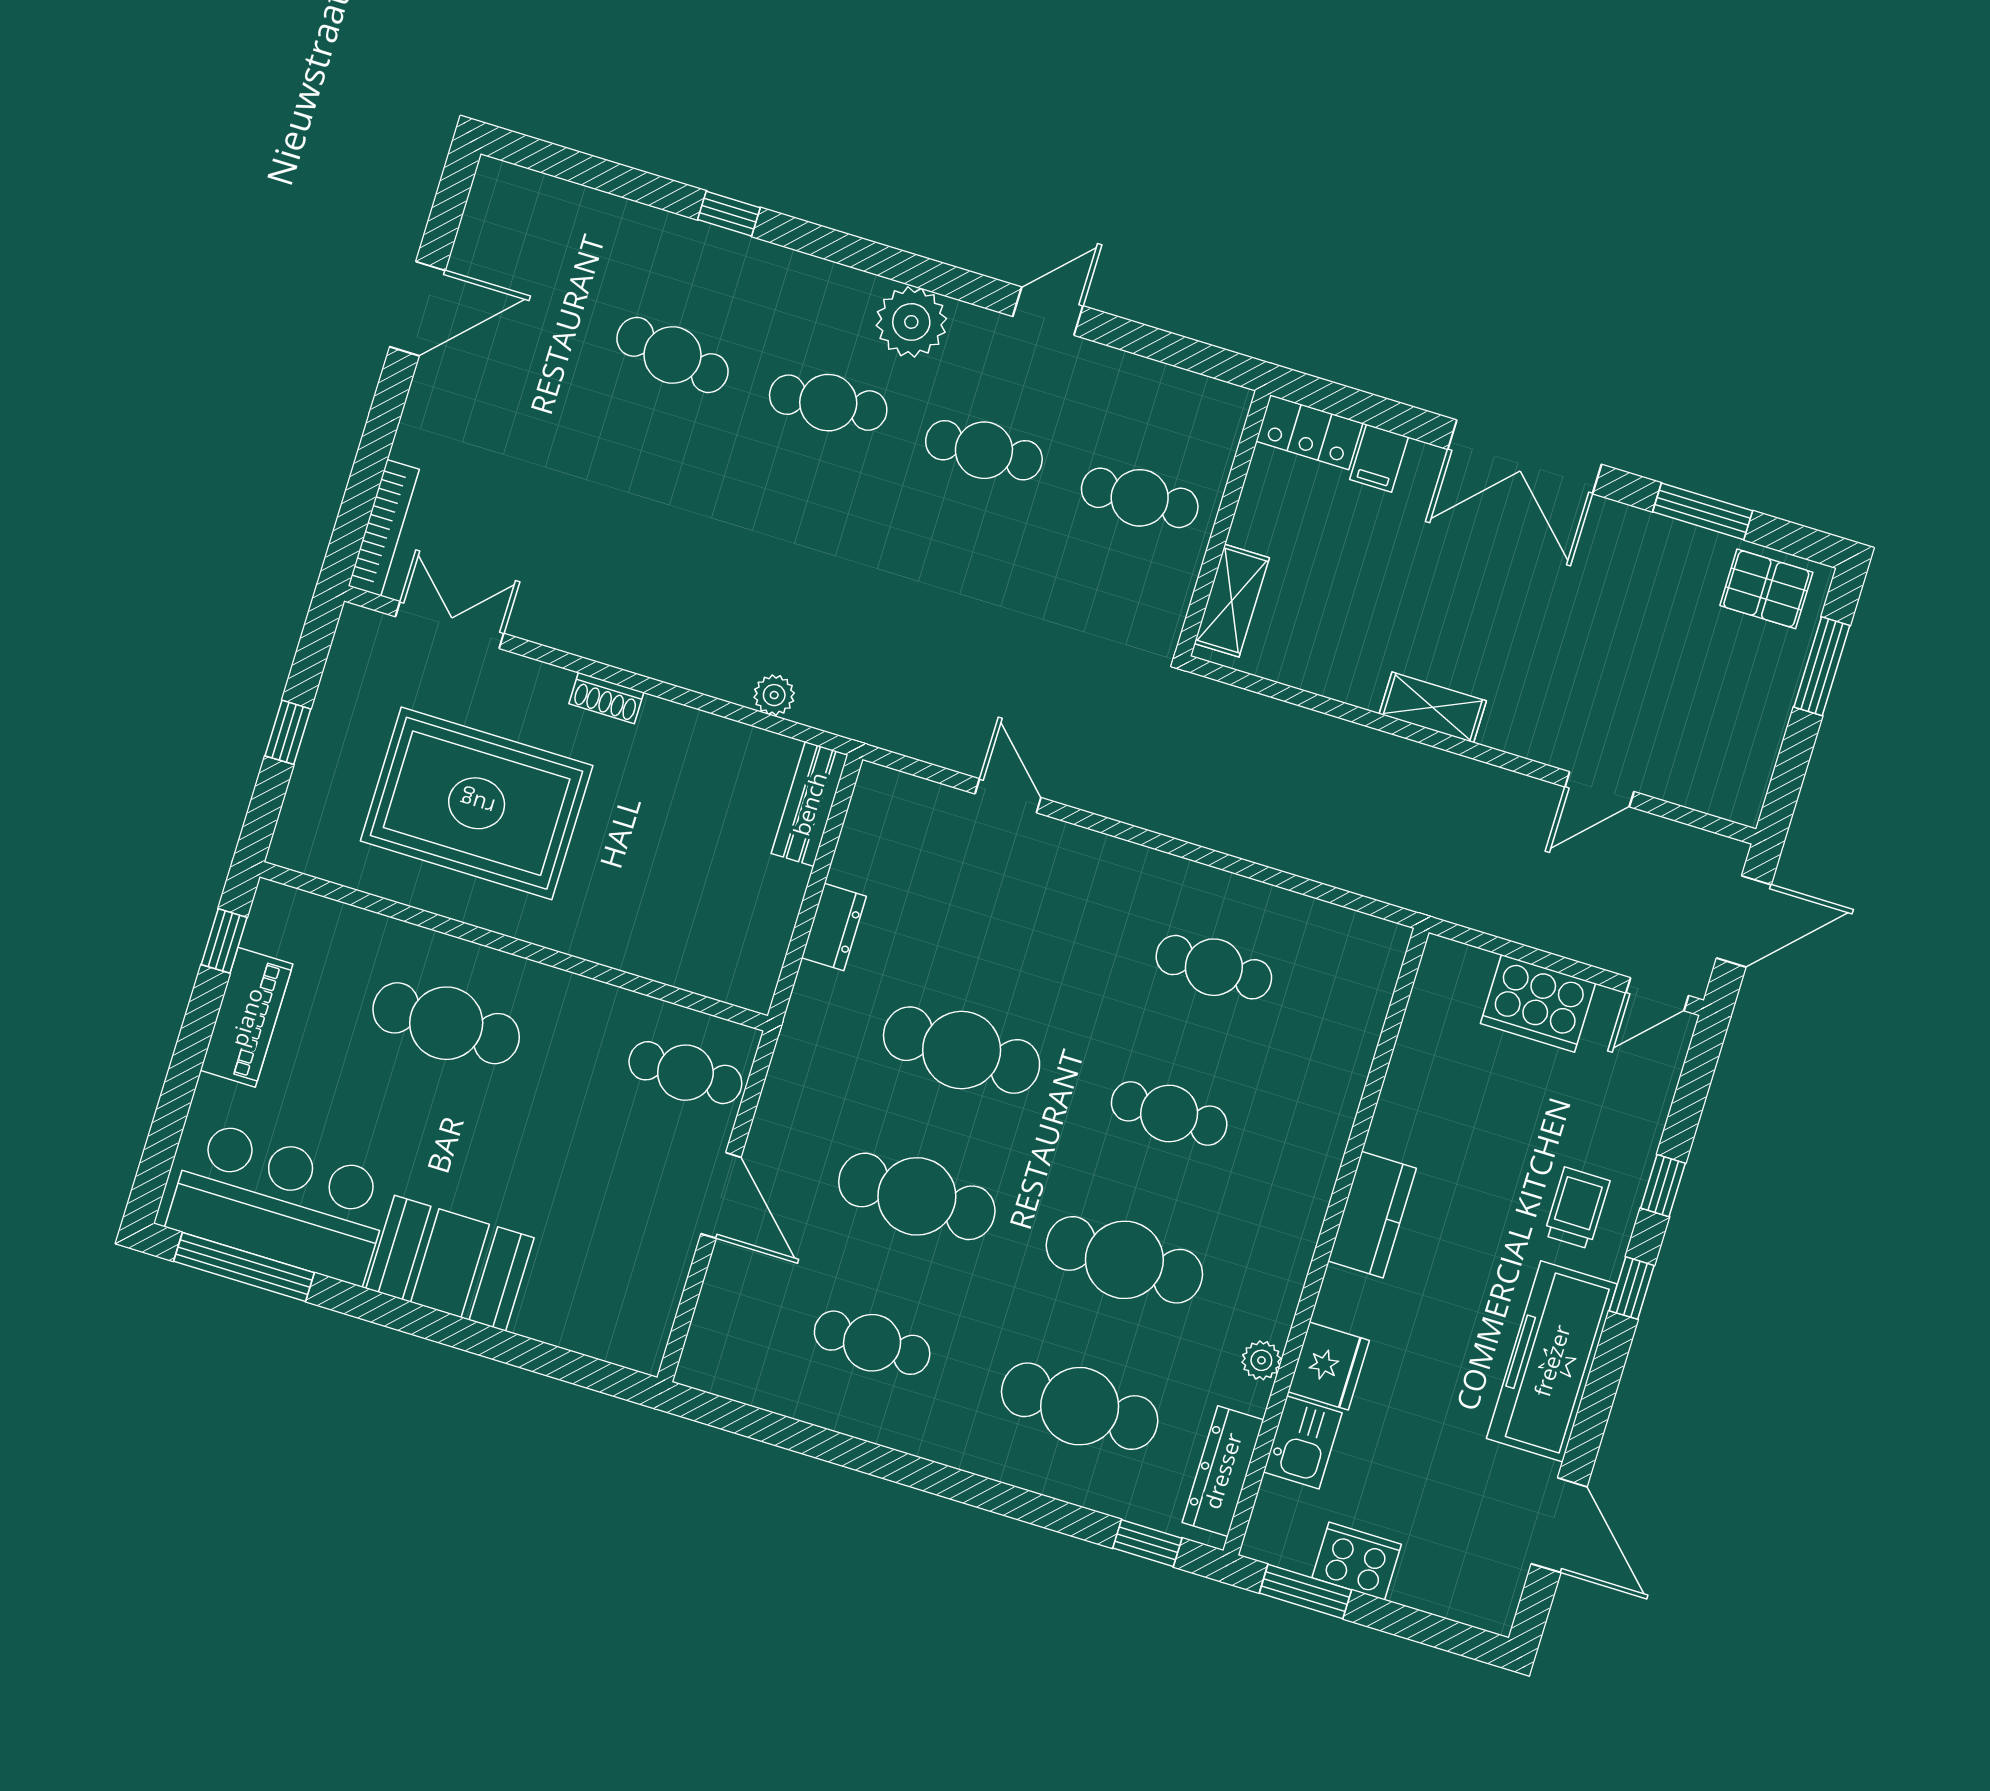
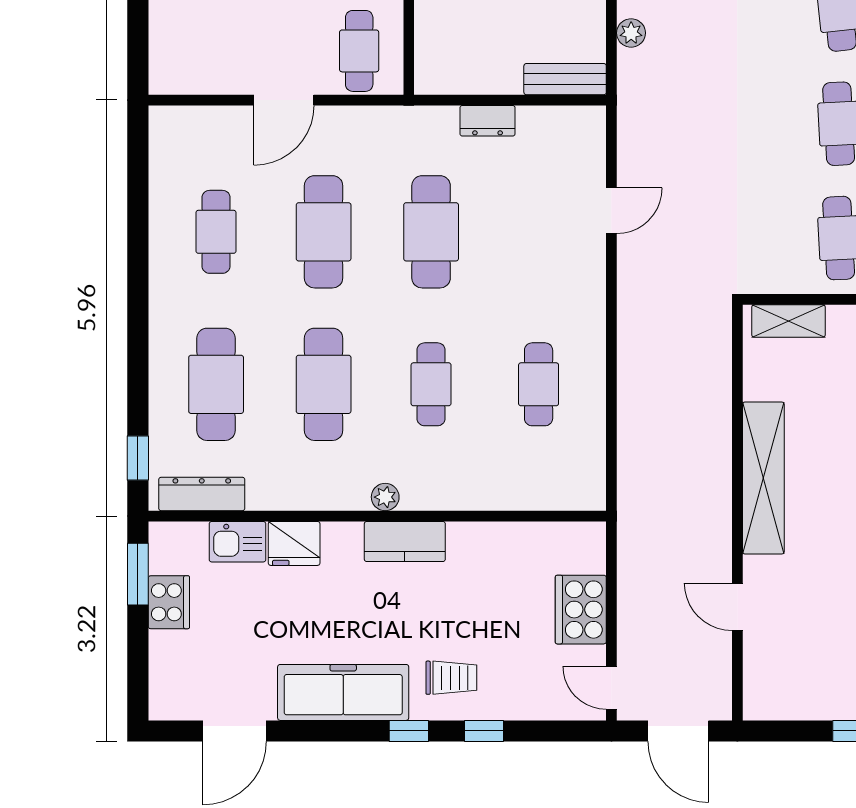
shelving: (1433, 707) -> (763, 478), width x2.20, depth x1.33
plant: (1261, 1360) -> (385, 497), moved

